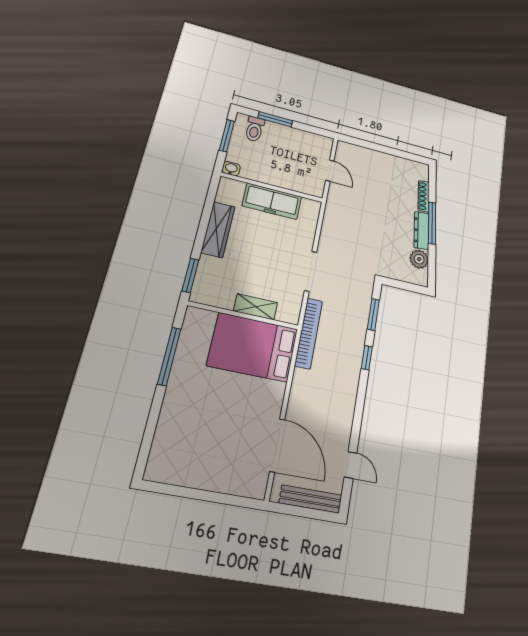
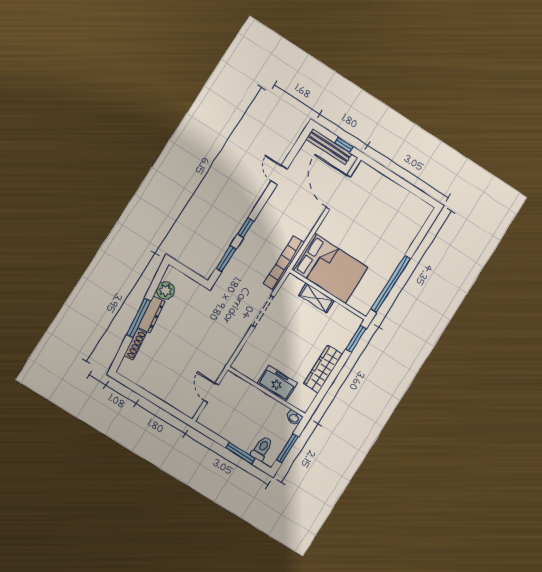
freezer: (272, 201) -> (277, 383), width x0.71
window: (169, 356) -> (391, 284), width x1.46
door: (351, 465) -> (279, 175), moved
window: (293, 510) -> (344, 145), added

